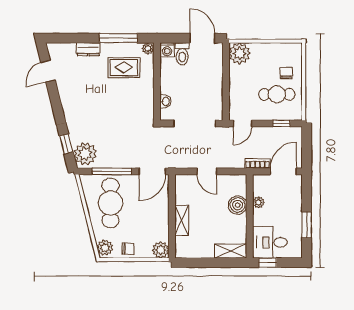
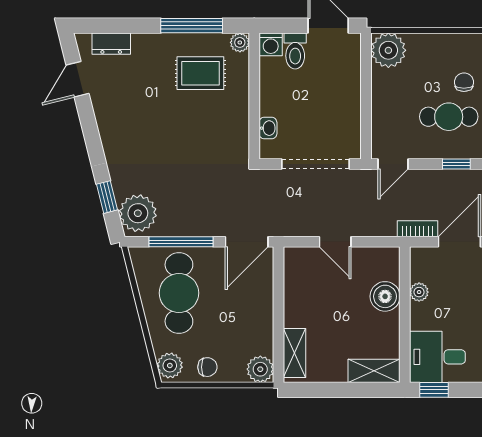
dresser: (88, 49) -> (111, 44), moved
shelving: (182, 221) -> (294, 353), moved

